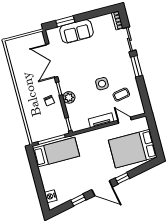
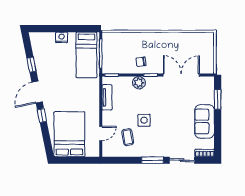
sofa: (76, 31) -> (204, 121), moved
tv unit: (101, 120) -> (107, 97), moved
nightstand: (51, 196) -> (62, 37), moved

